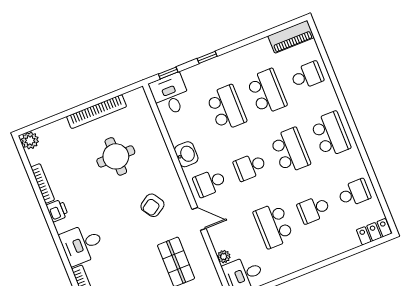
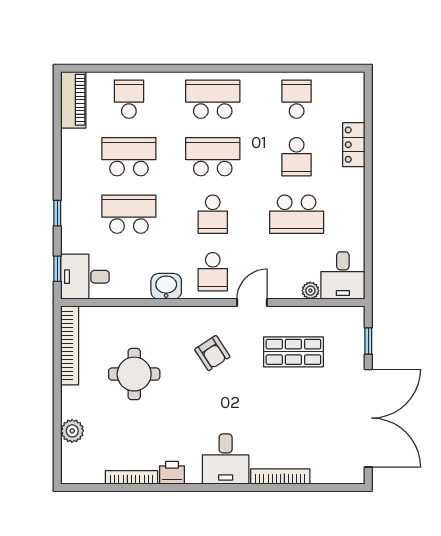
bookcase: (97, 112) -> (70, 345), moved
plant: (30, 140) -> (72, 431), moved
locker: (374, 232) -> (354, 145), moved

